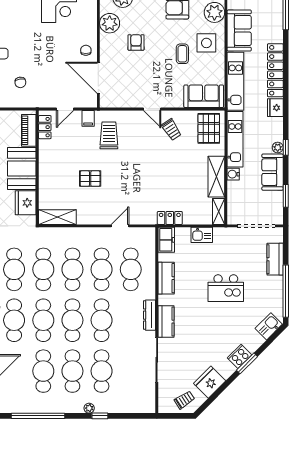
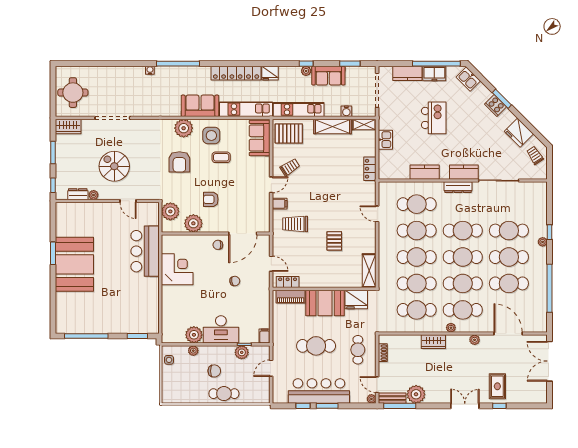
chair: (20, 82) -> (235, 281), moved
filing cabinet: (88, 118) -> (280, 204), moved
water cooler: (233, 174) -> (346, 111), moved
freezer: (166, 240) -> (434, 73), moved, turned 180

